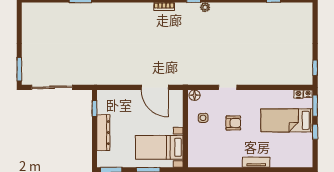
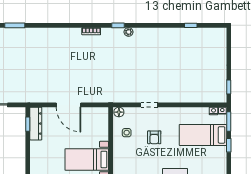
door: (155, 87) -> (68, 105), moved
armchair: (233, 123) -> (154, 137), turned 90
dresser: (103, 133) -> (36, 124), moved

